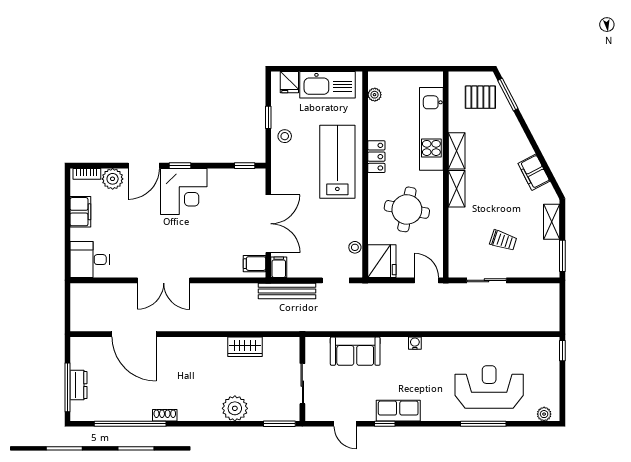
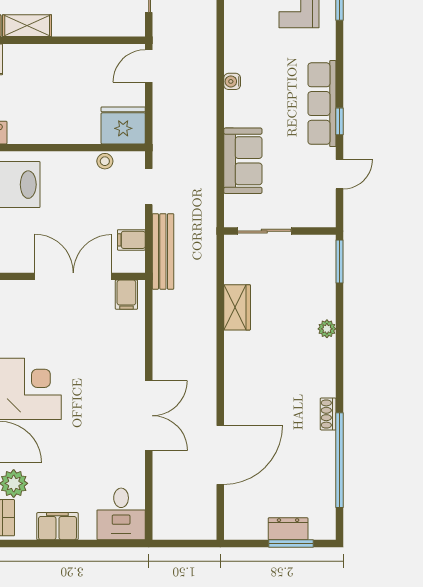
round table: (407, 209) -> (55, 92), removed
filing cabinet: (279, 267) -> (131, 240), moved
sliding door: (302, 384) -> (264, 231), moved
window: (67, 387) -> (291, 543), width x0.69
plant: (235, 408) -> (327, 329), width x0.53, depth x0.53
row of seats: (398, 411) -> (322, 104), width x1.48

